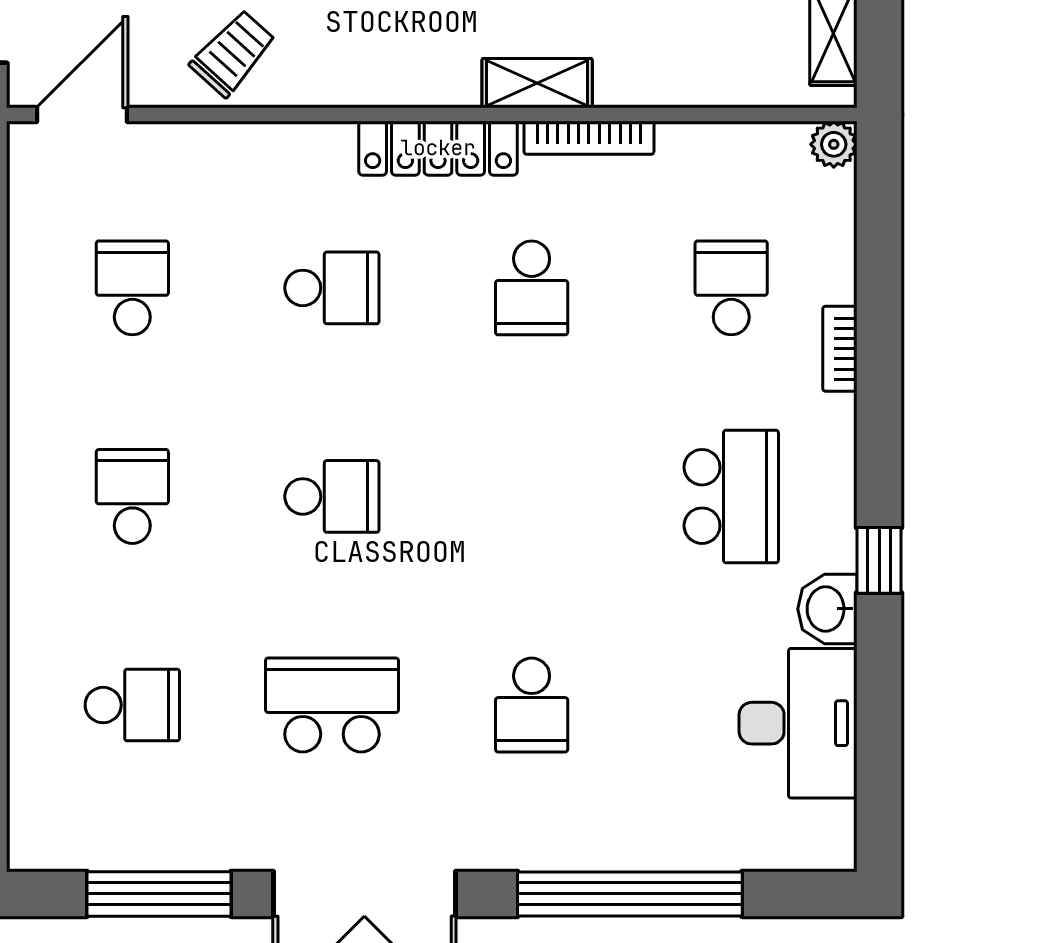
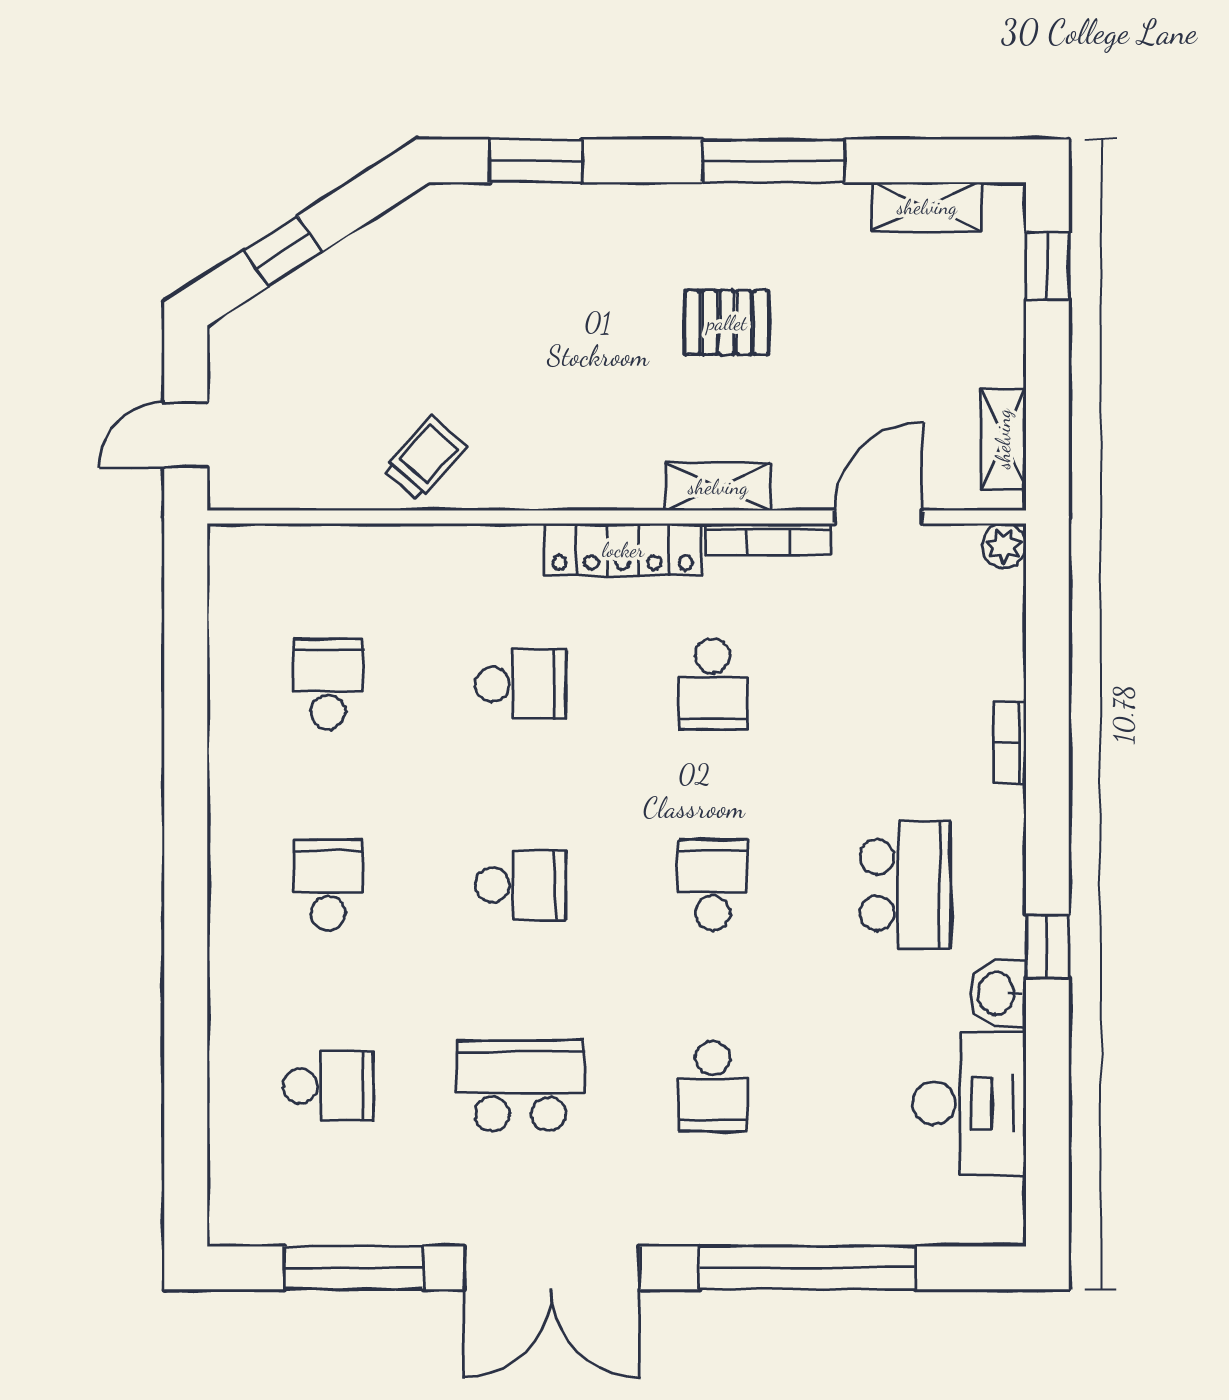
door: (82, 115) -> (878, 517), moved
school desk: (731, 288) -> (713, 885), moved

